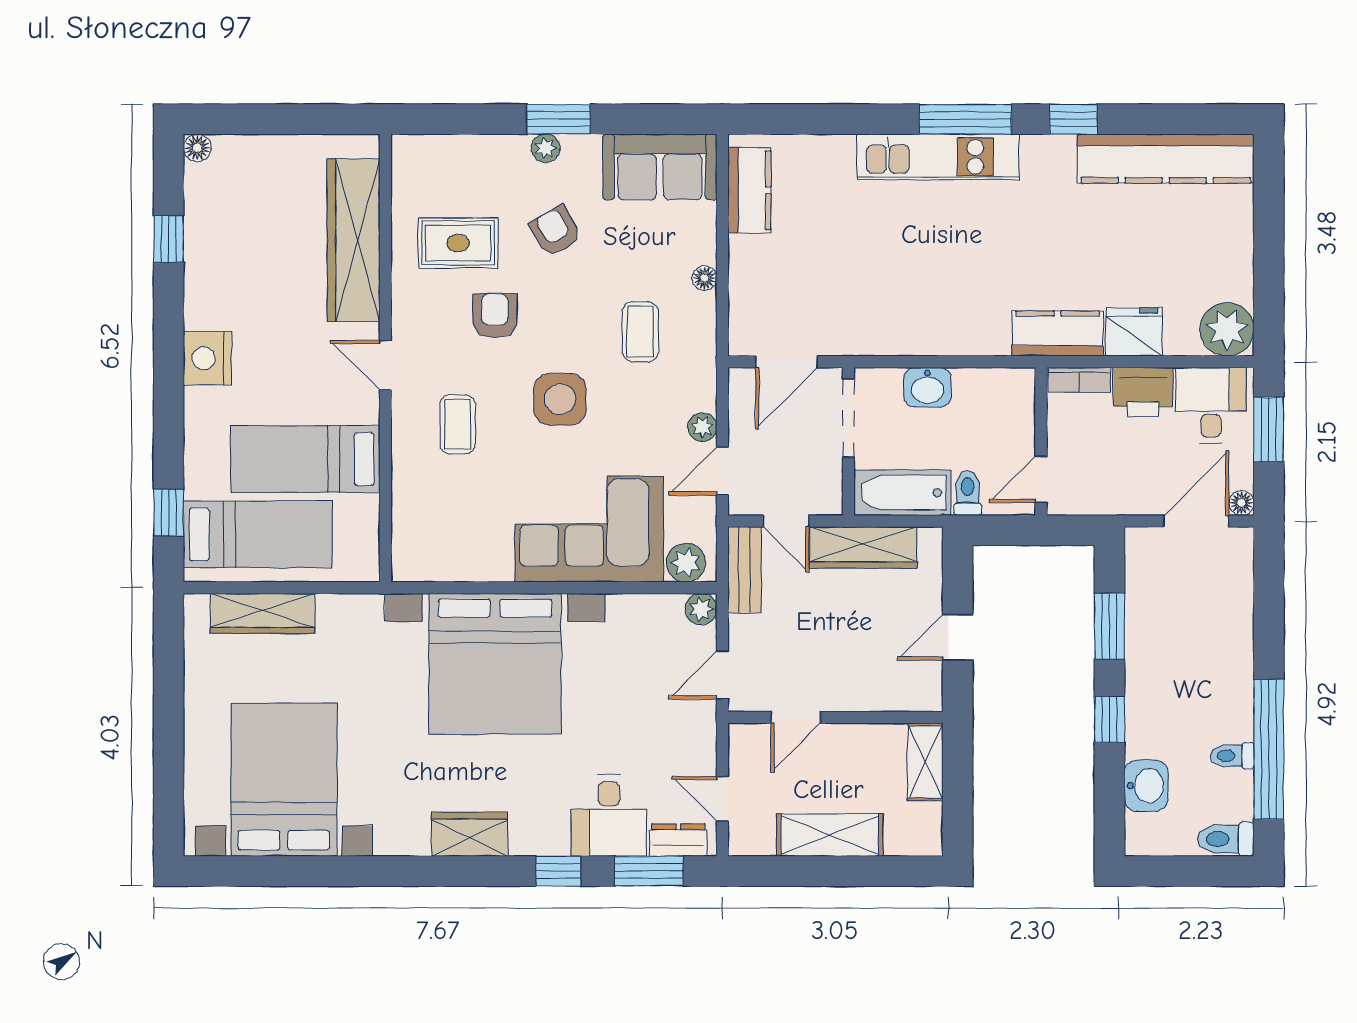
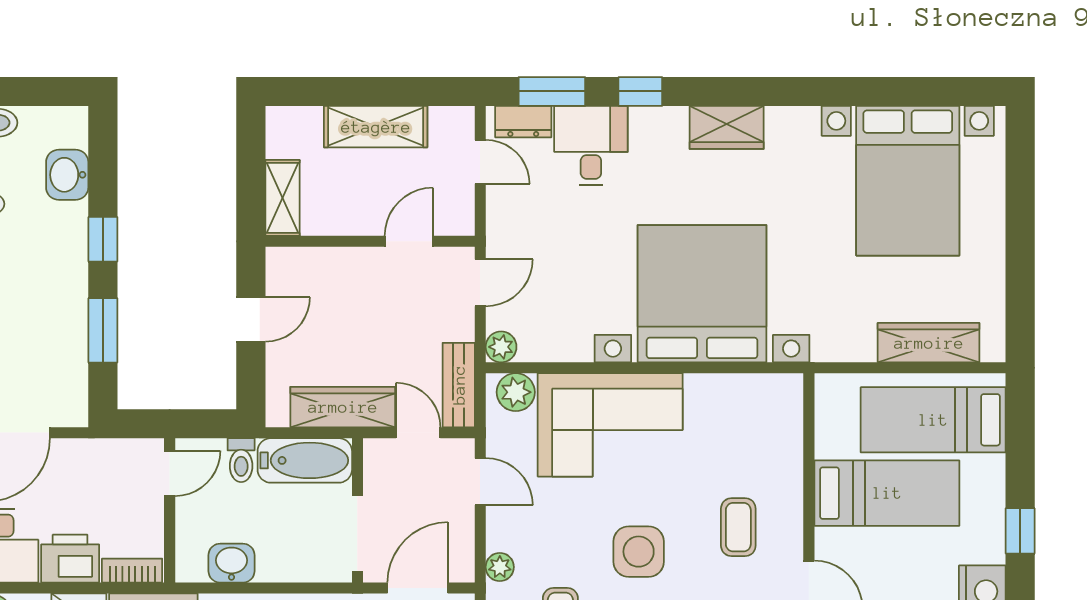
washbasin: (927, 387) -> (231, 563), moved
plant: (702, 427) -> (500, 567), moved
door: (722, 471) -> (480, 482), hinge flipped
window: (169, 513) -> (1020, 531), moved

